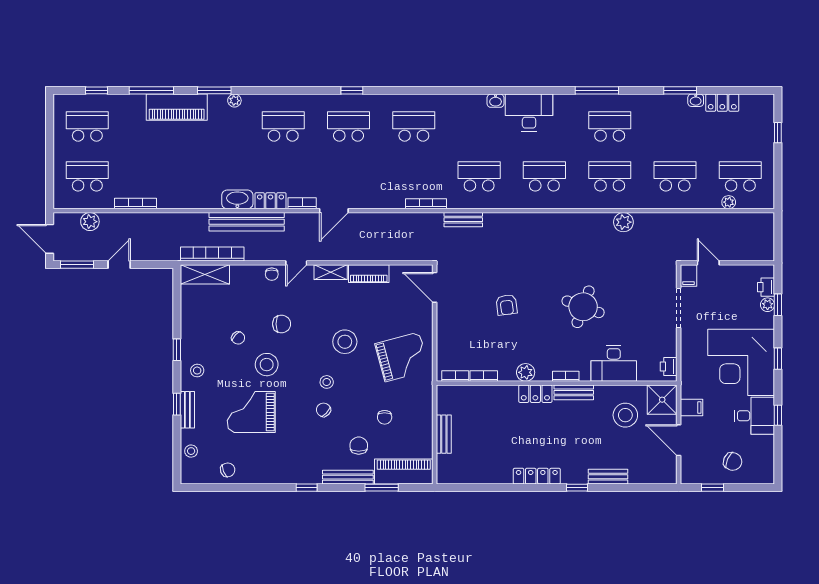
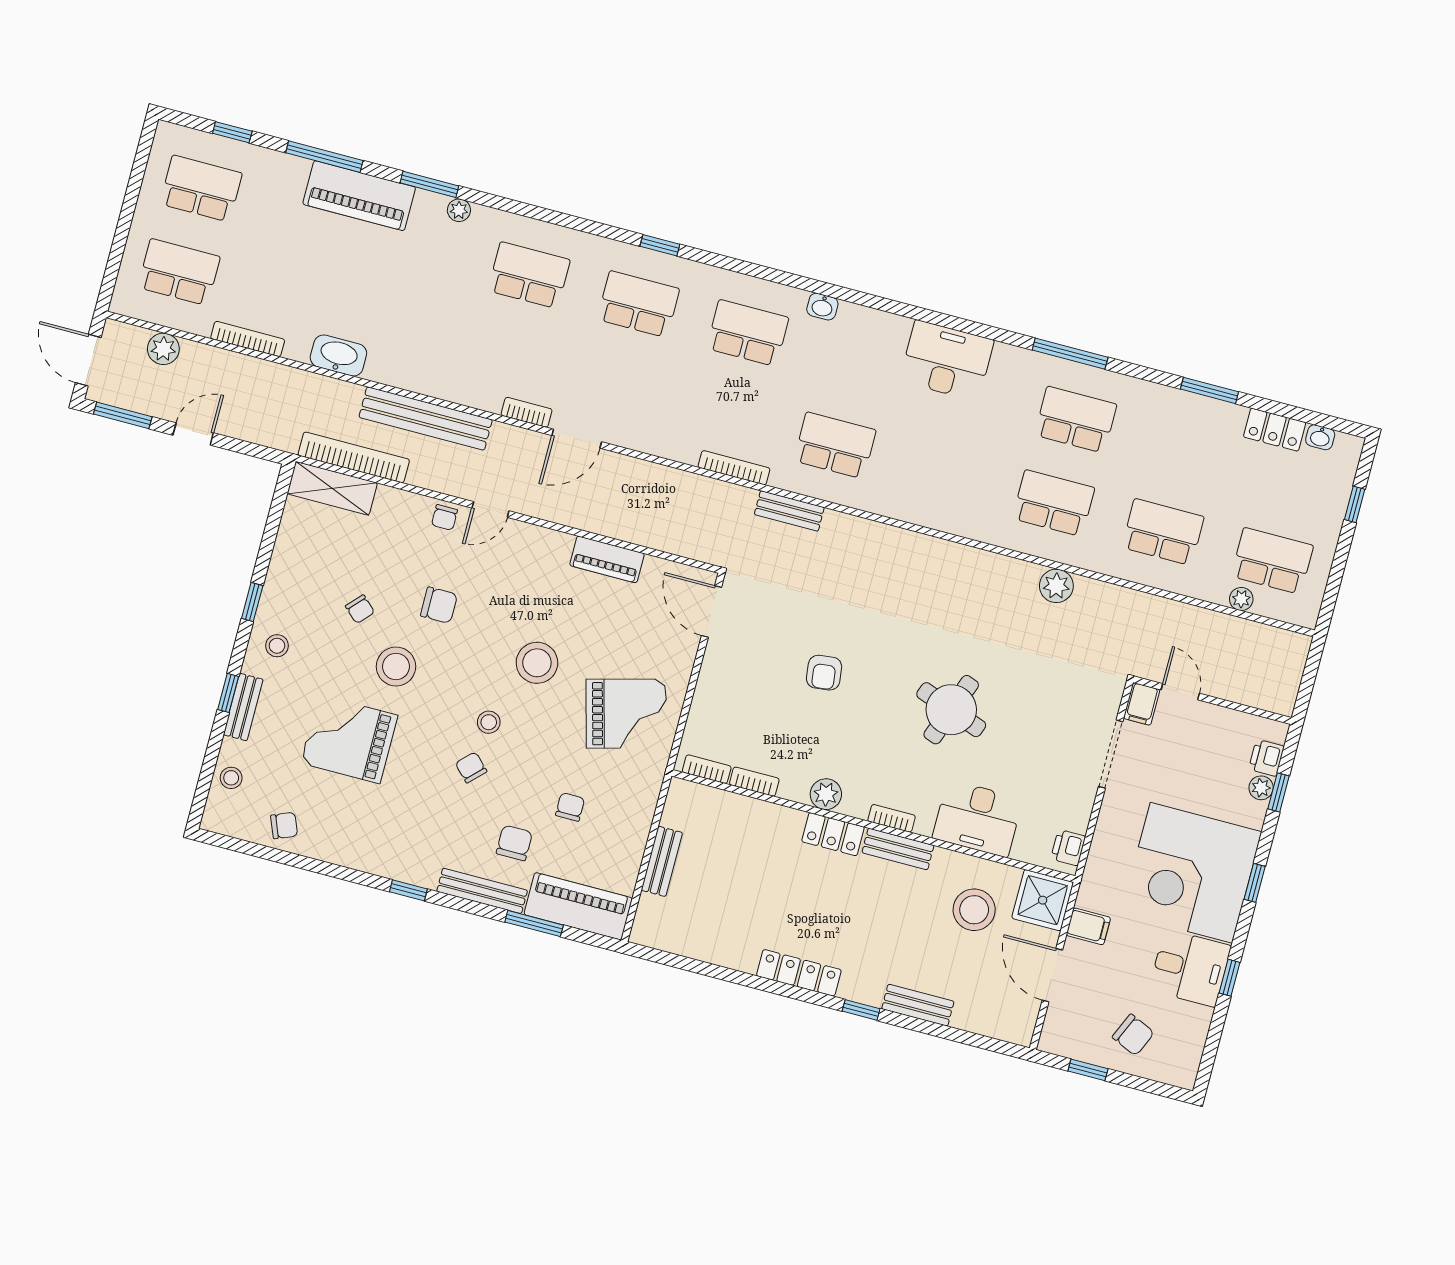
washbasin: (696, 100) -> (1320, 437), moved
washbasin: (496, 101) -> (822, 307), moved
school desk: (544, 176) -> (944, 474), removed
washbasin: (237, 199) -> (338, 355), moved
locker: (270, 201) -> (475, 394), removed
shelving: (331, 272) -> (544, 540), removed
chair: (385, 417) -> (570, 807), turned 180

